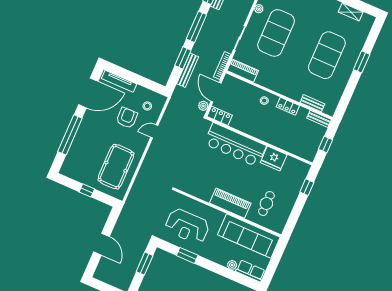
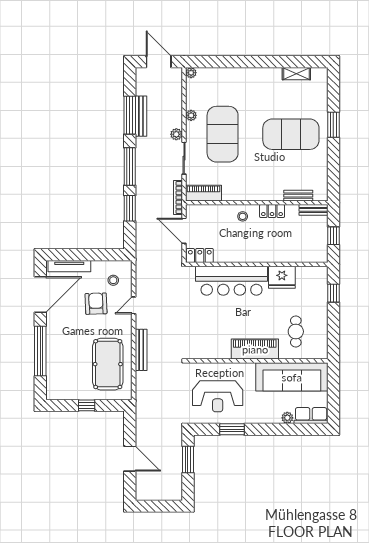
exercise mat: (327, 55) -> (291, 134), turned 90
bench: (188, 70) -> (141, 350), moved
plant: (203, 106) -> (176, 134), moved

